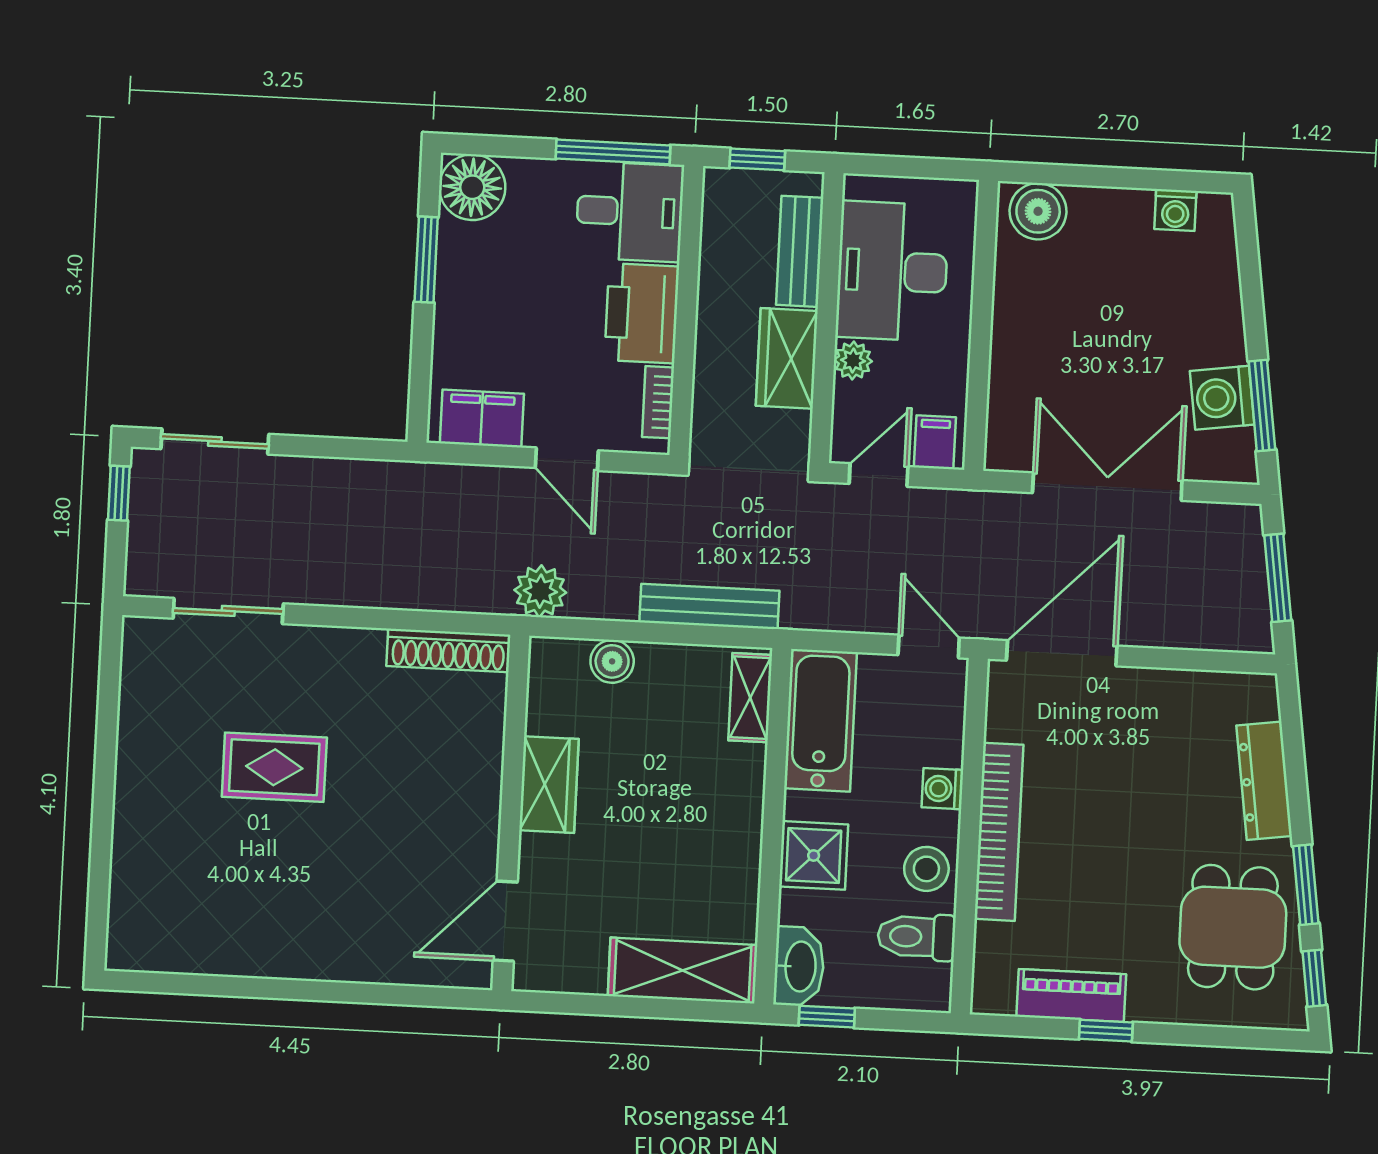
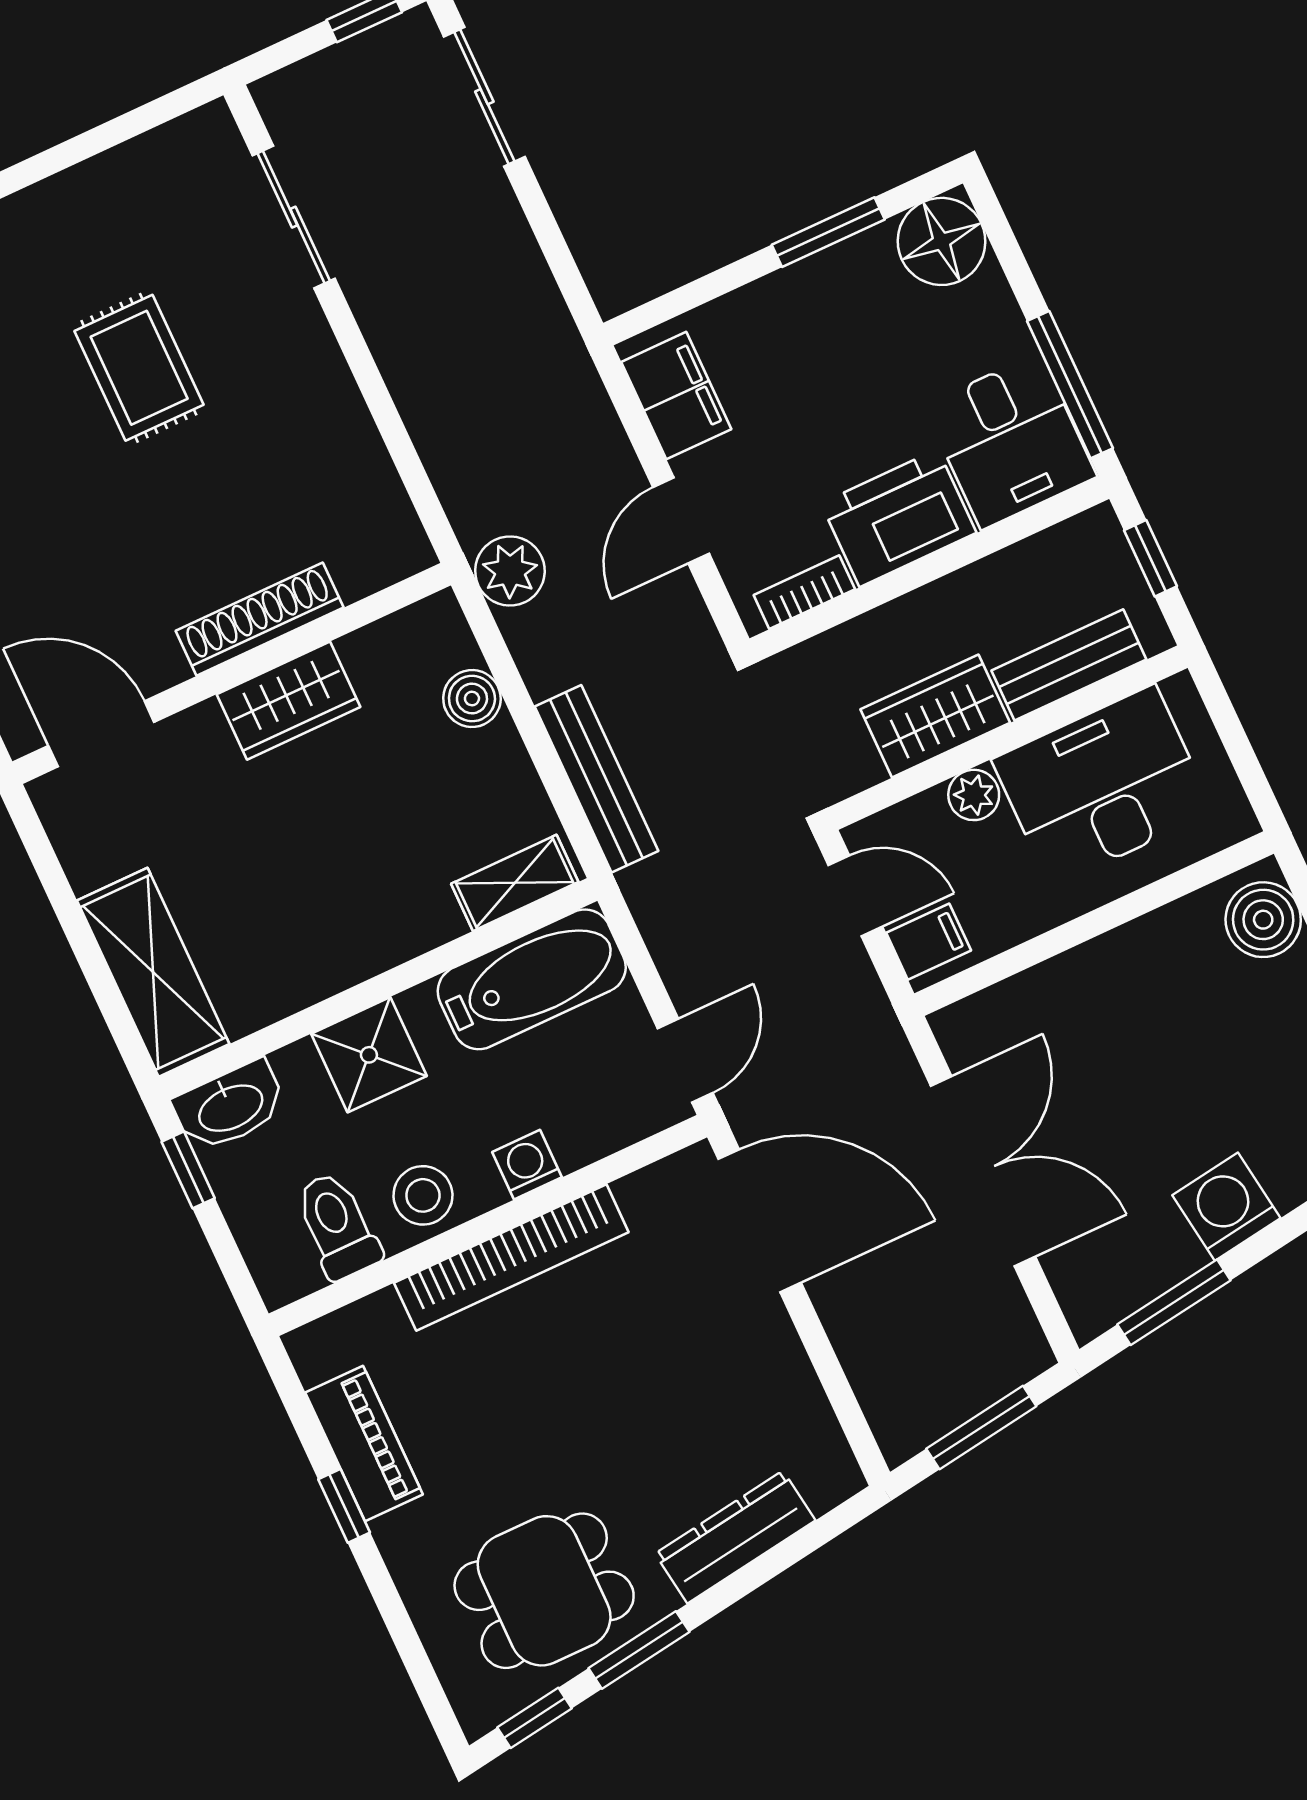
washing machine: (1222, 398) -> (1226, 1207), moved
shoe rack: (448, 650) -> (260, 619), moved, turned 90

